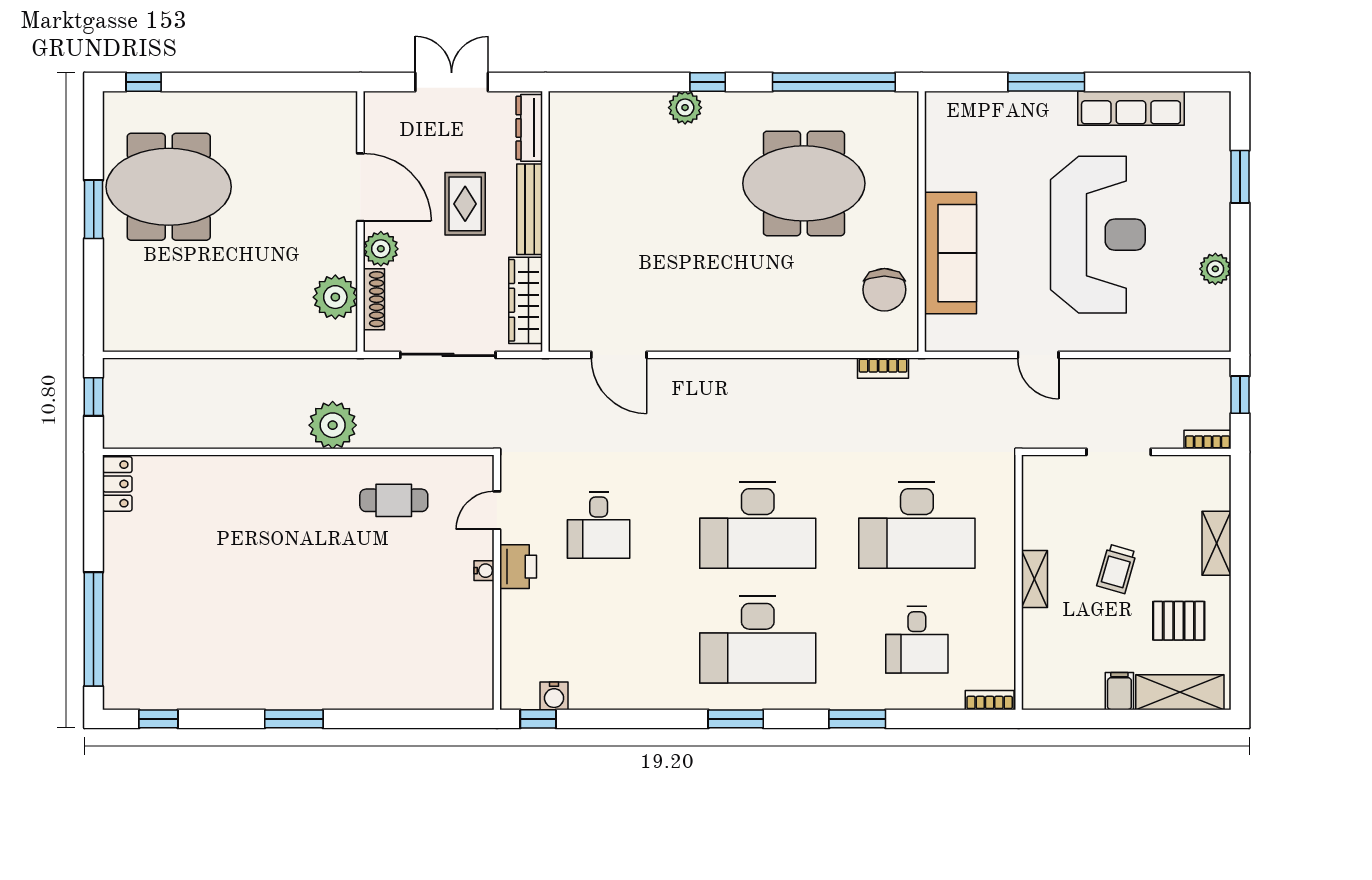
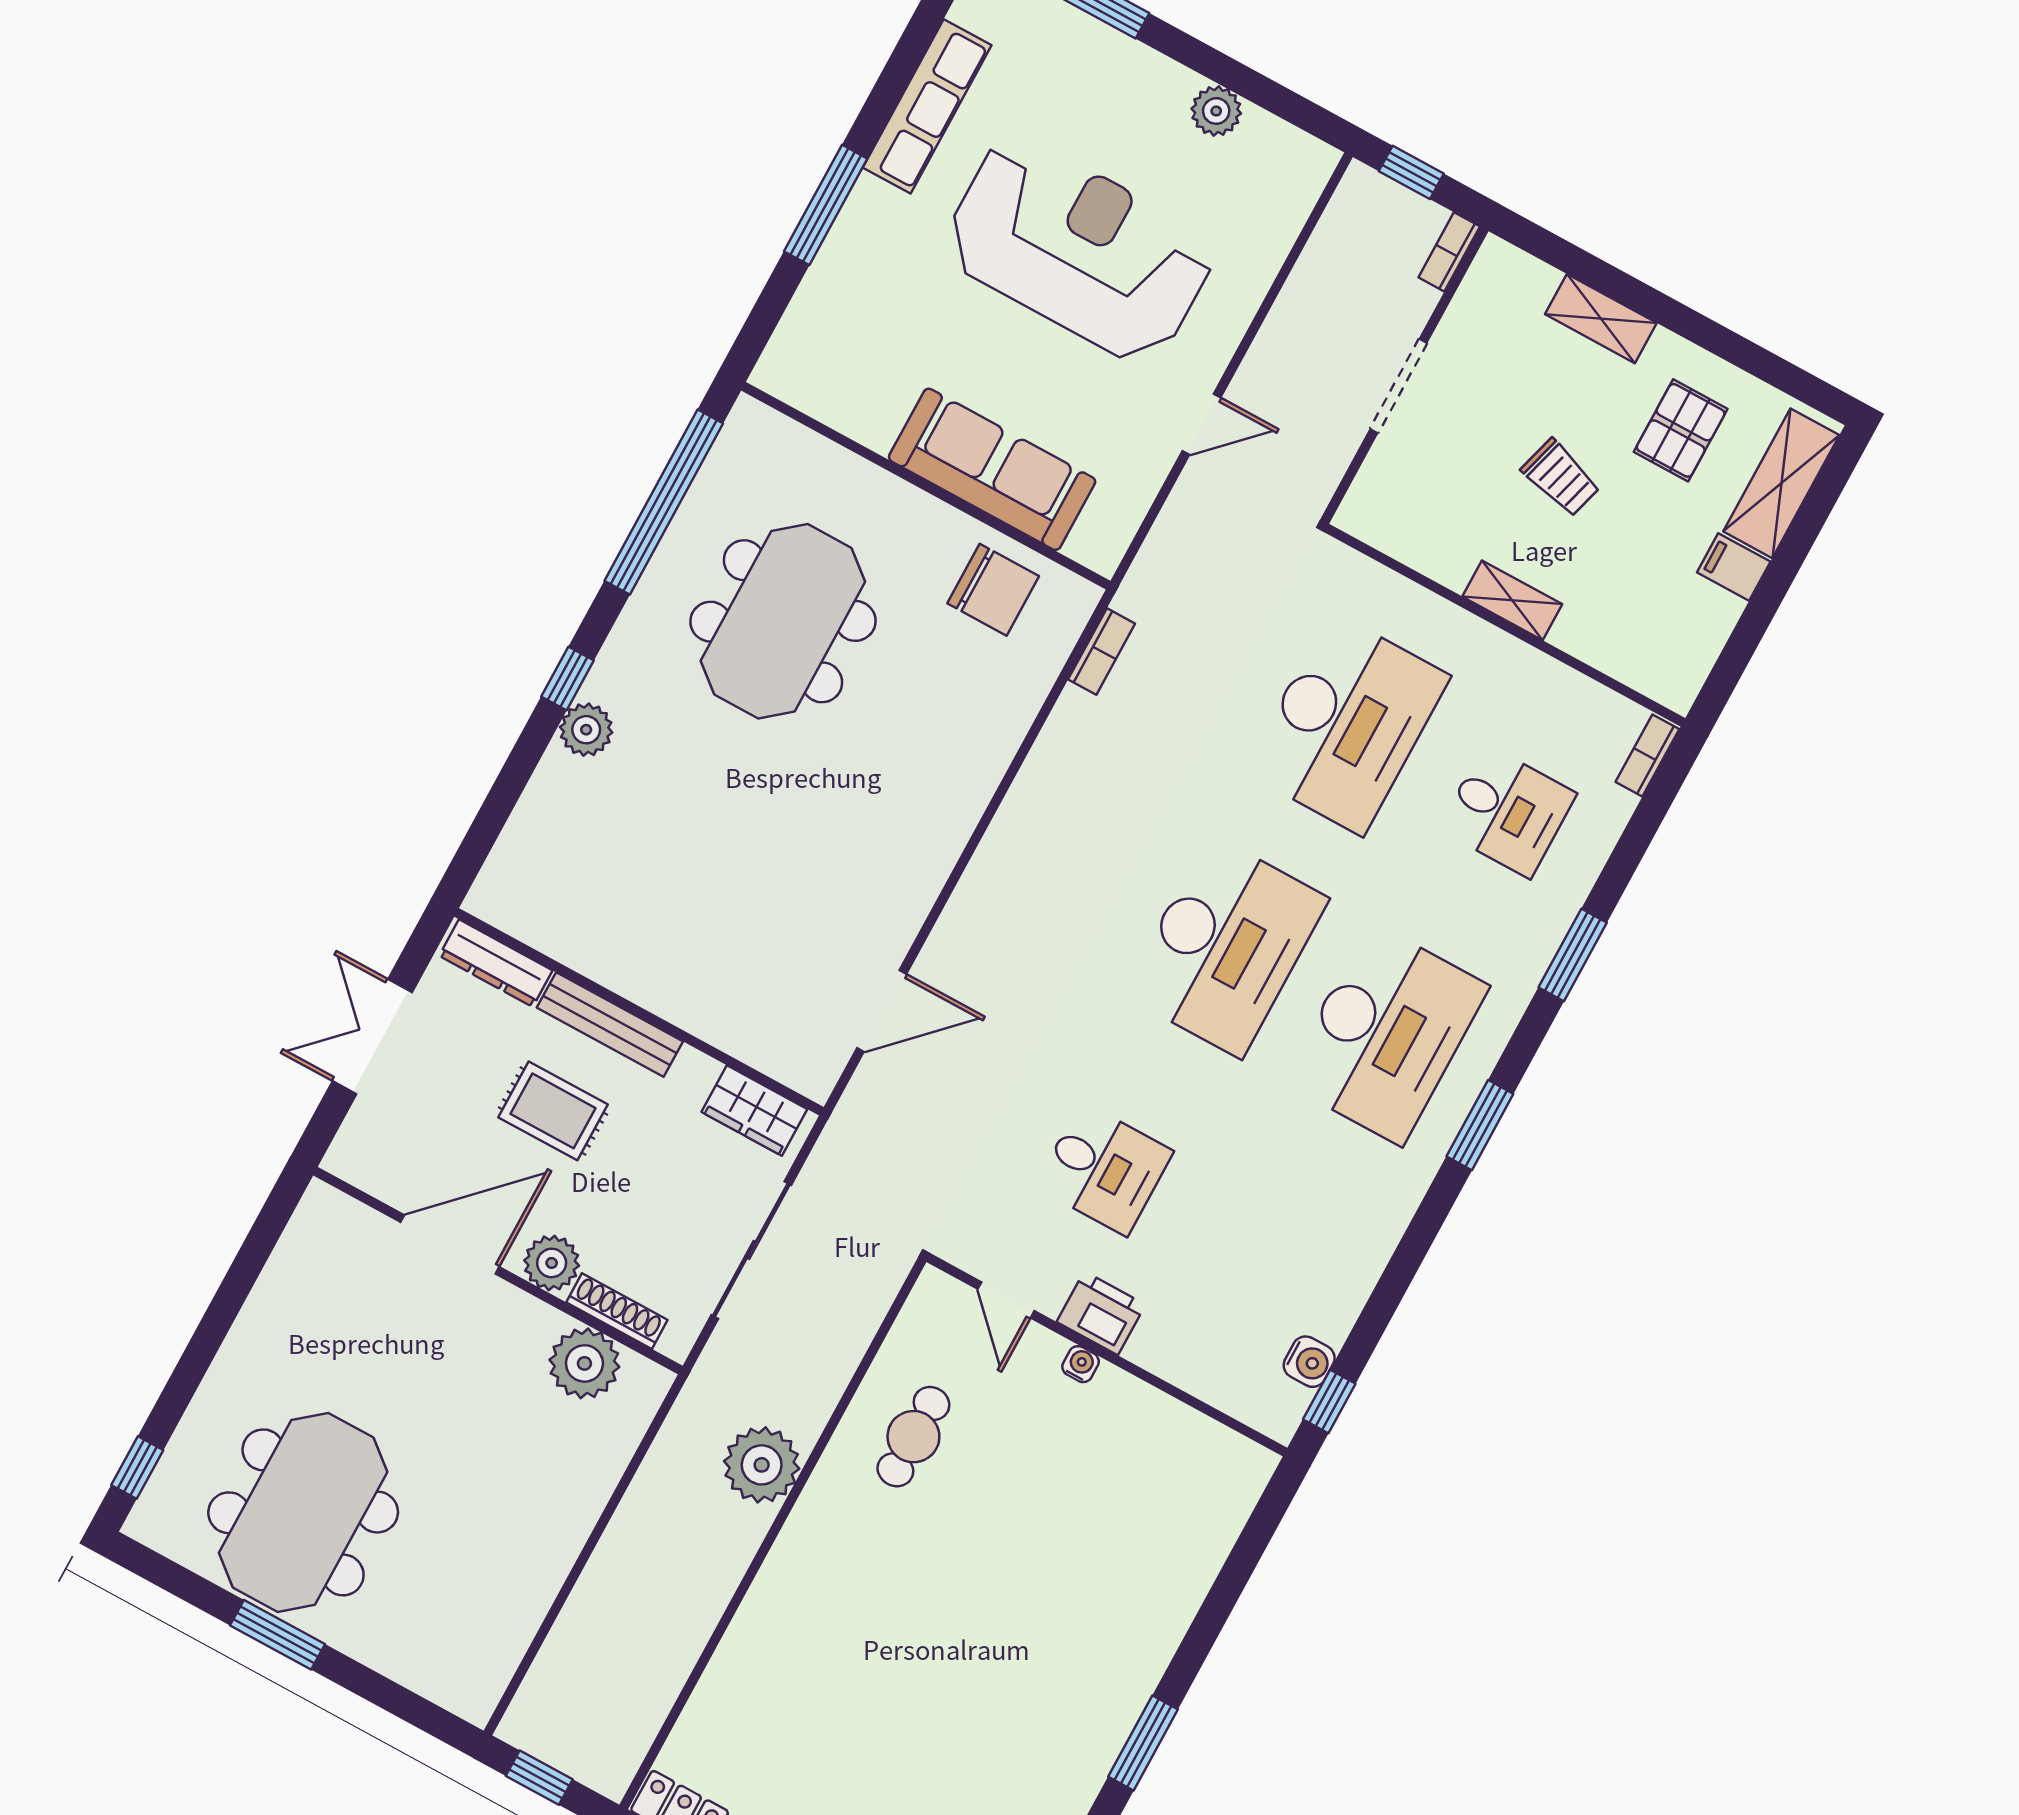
wardrobe: (526, 300) -> (754, 1111), width x0.67

